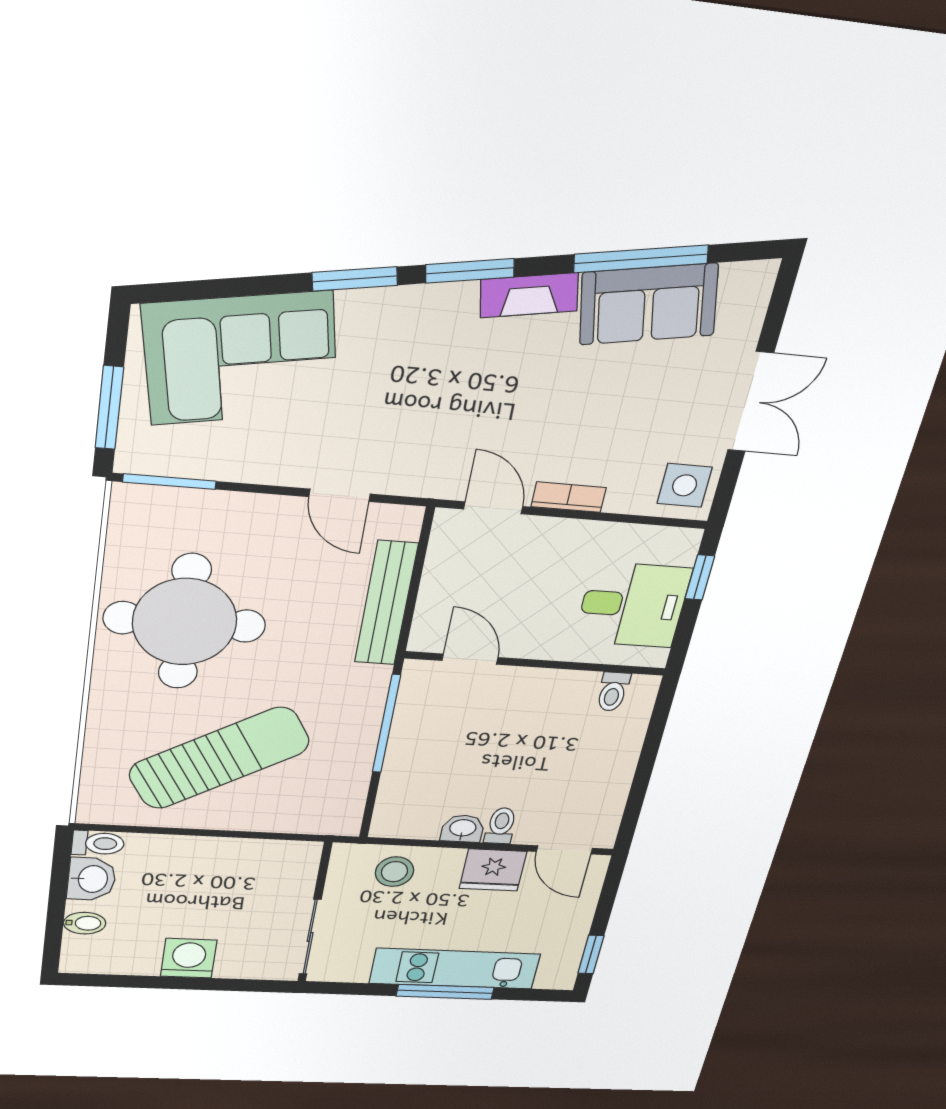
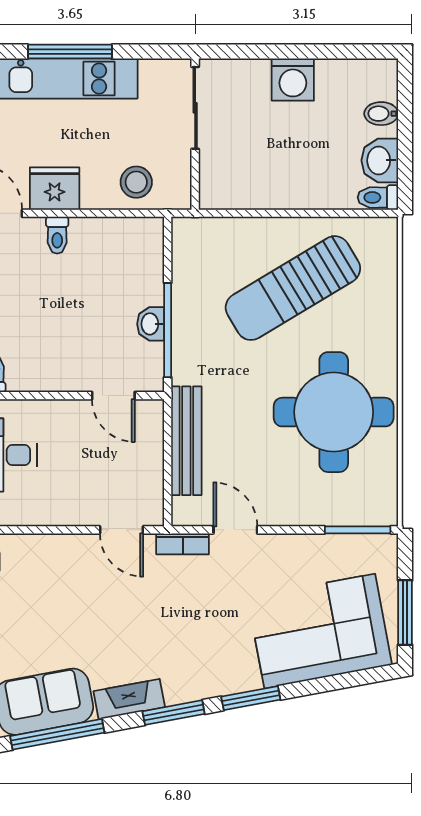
window: (109, 408) -> (405, 613), moved
bookcase: (569, 497) -> (183, 544), moved
washbasin: (463, 829) -> (151, 324), moved, turned 90

